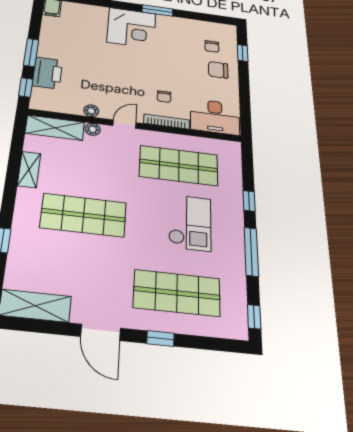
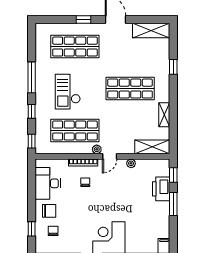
desk: (215, 117) -> (48, 183), moved, turned -90
plant: (93, 129) -> (97, 149), moved
window: (254, 317) -> (32, 141), moved

